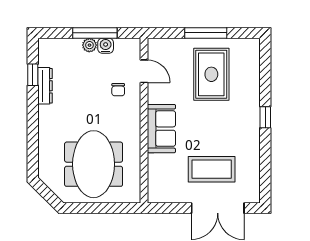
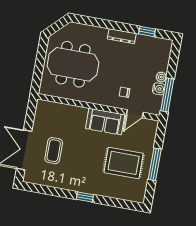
window: (95, 33) -> (167, 95), moved
dresser: (45, 86) -> (122, 36), moved
sofa: (161, 129) -> (105, 122), moved
coffee table: (212, 169) -> (54, 151), width x0.73, depth x0.76

